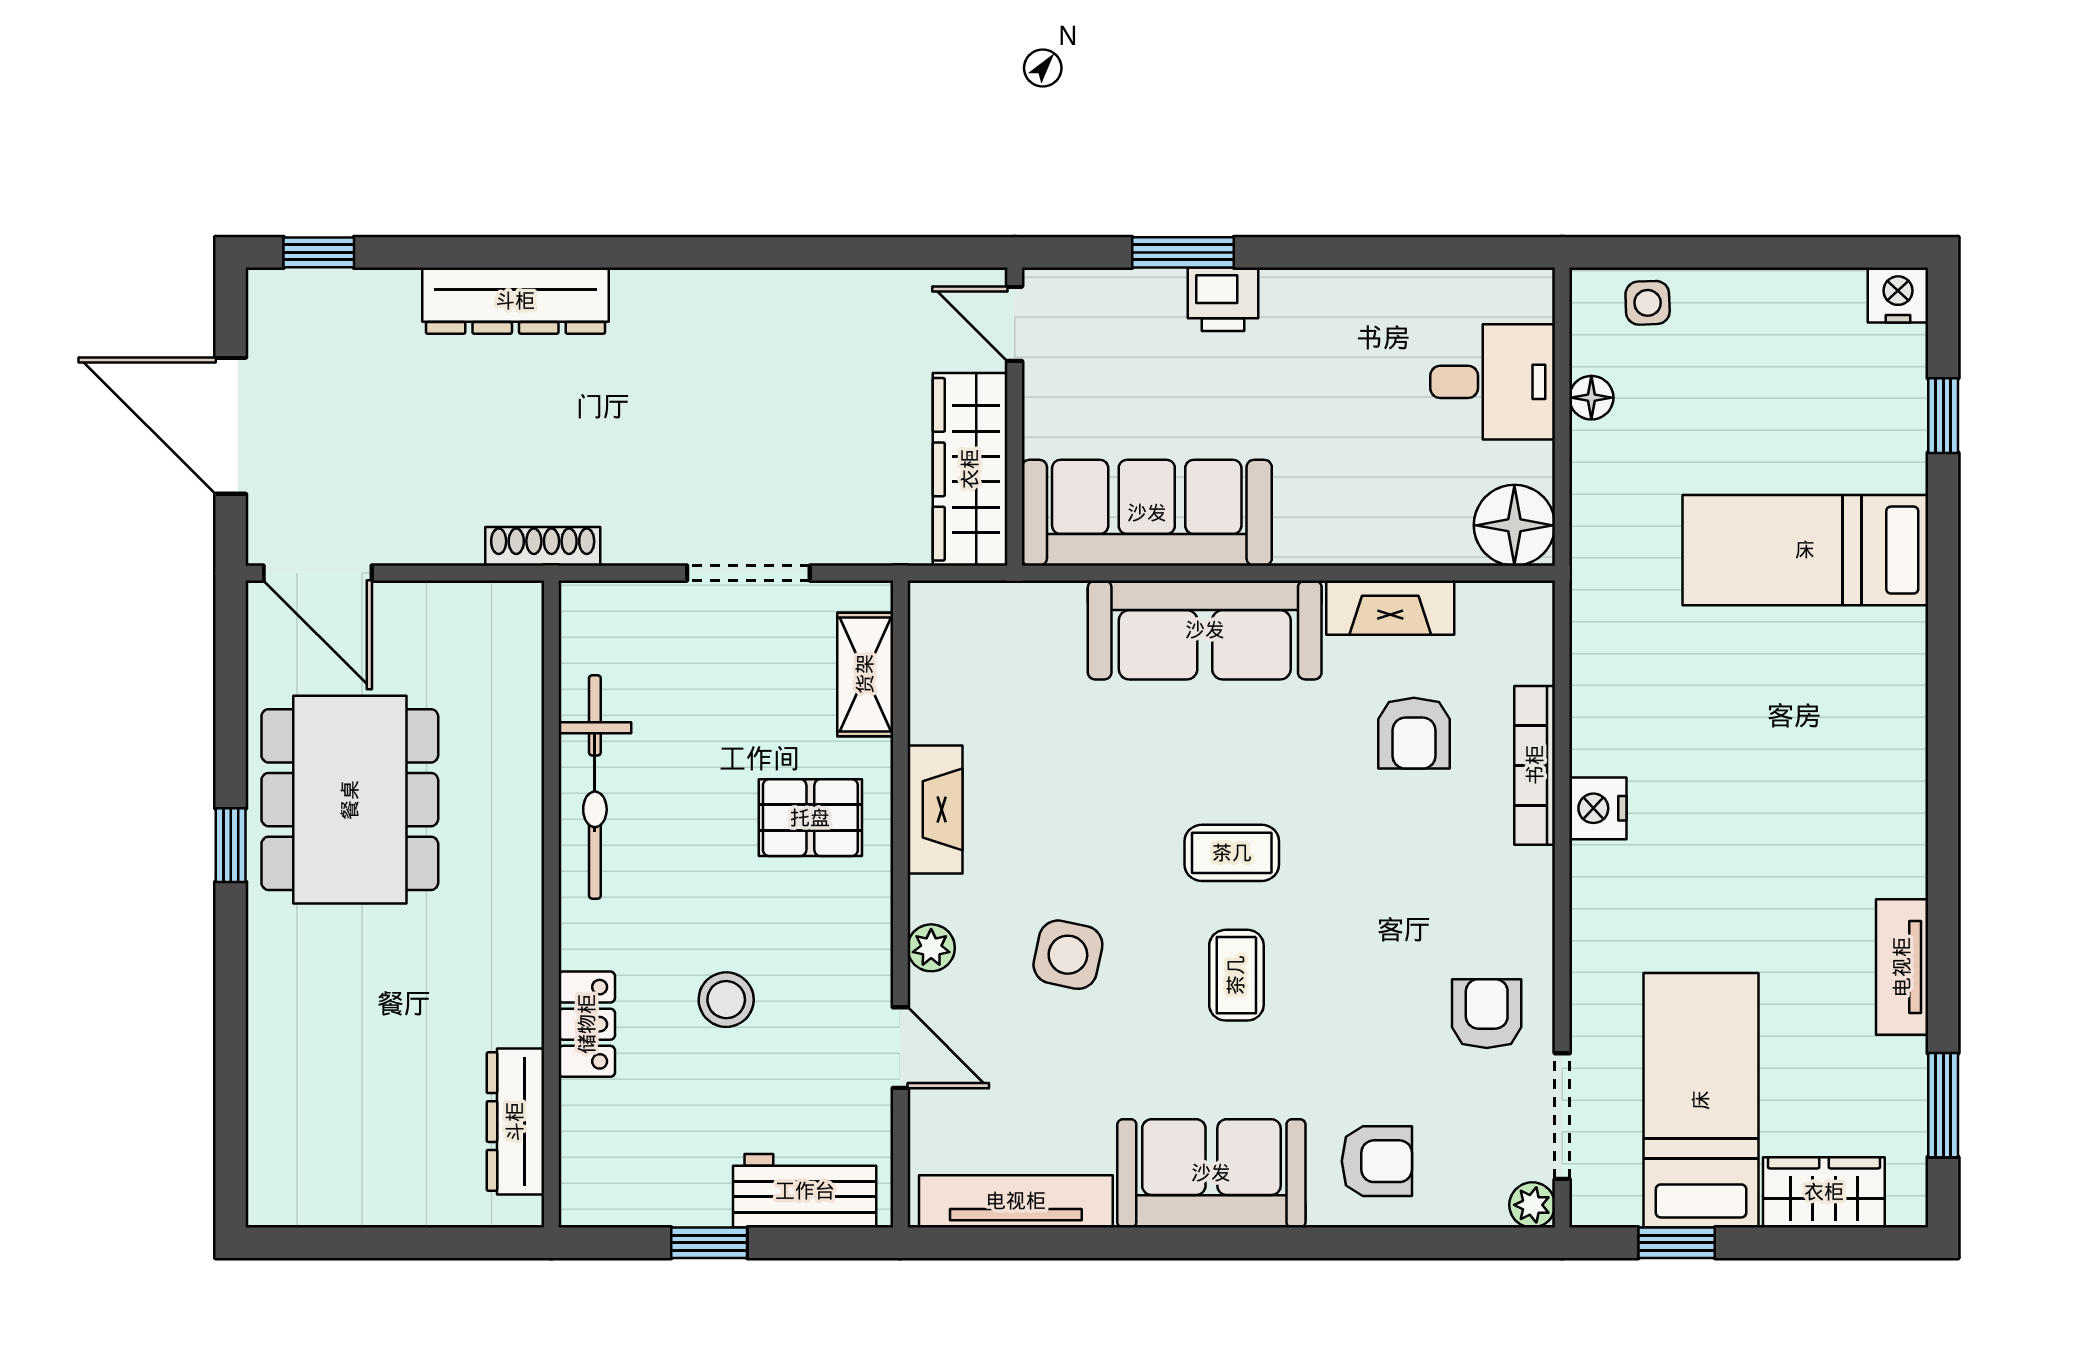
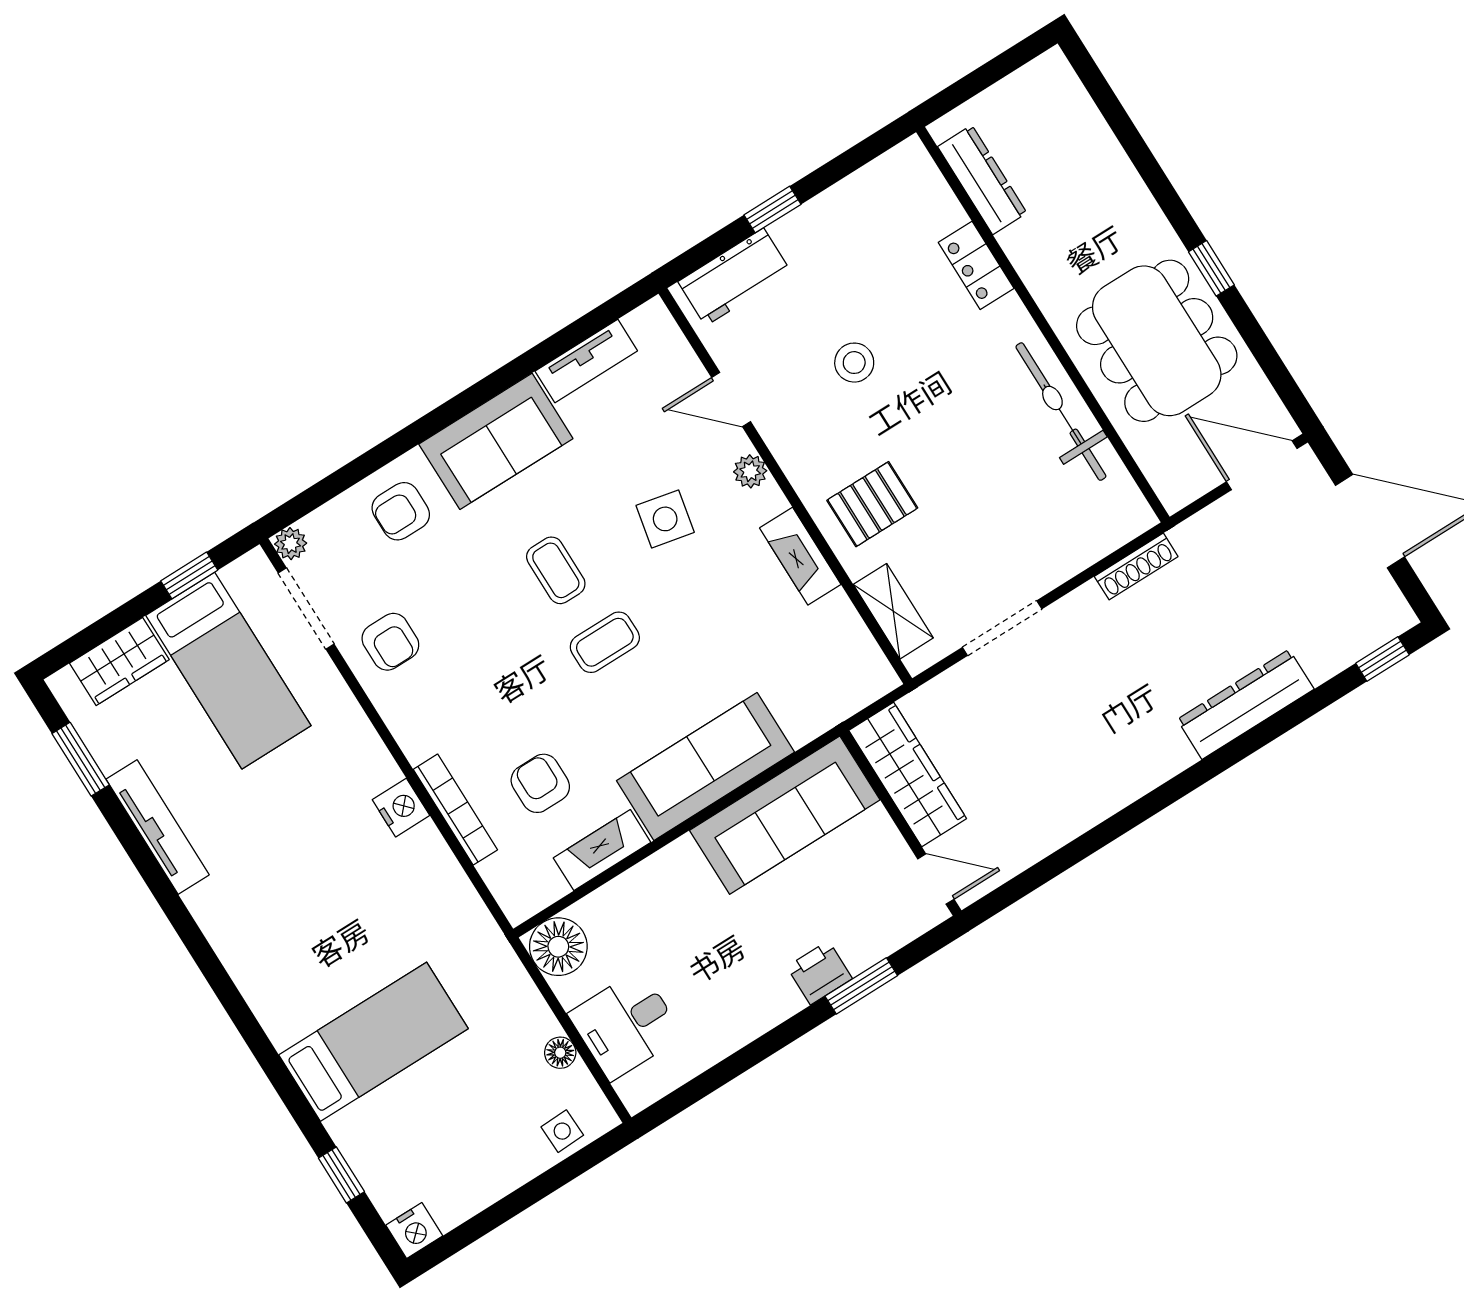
bicycle: (595, 787) -> (1061, 412), moved
wall: (551, 904) -> (1043, 325), moved
tv unit: (1902, 967) -> (158, 827), width x1.41
locker: (587, 1024) -> (976, 265), moved
dresser: (515, 1122) -> (982, 180), moved
tv unit: (1016, 1201) -> (586, 361), width x0.71

